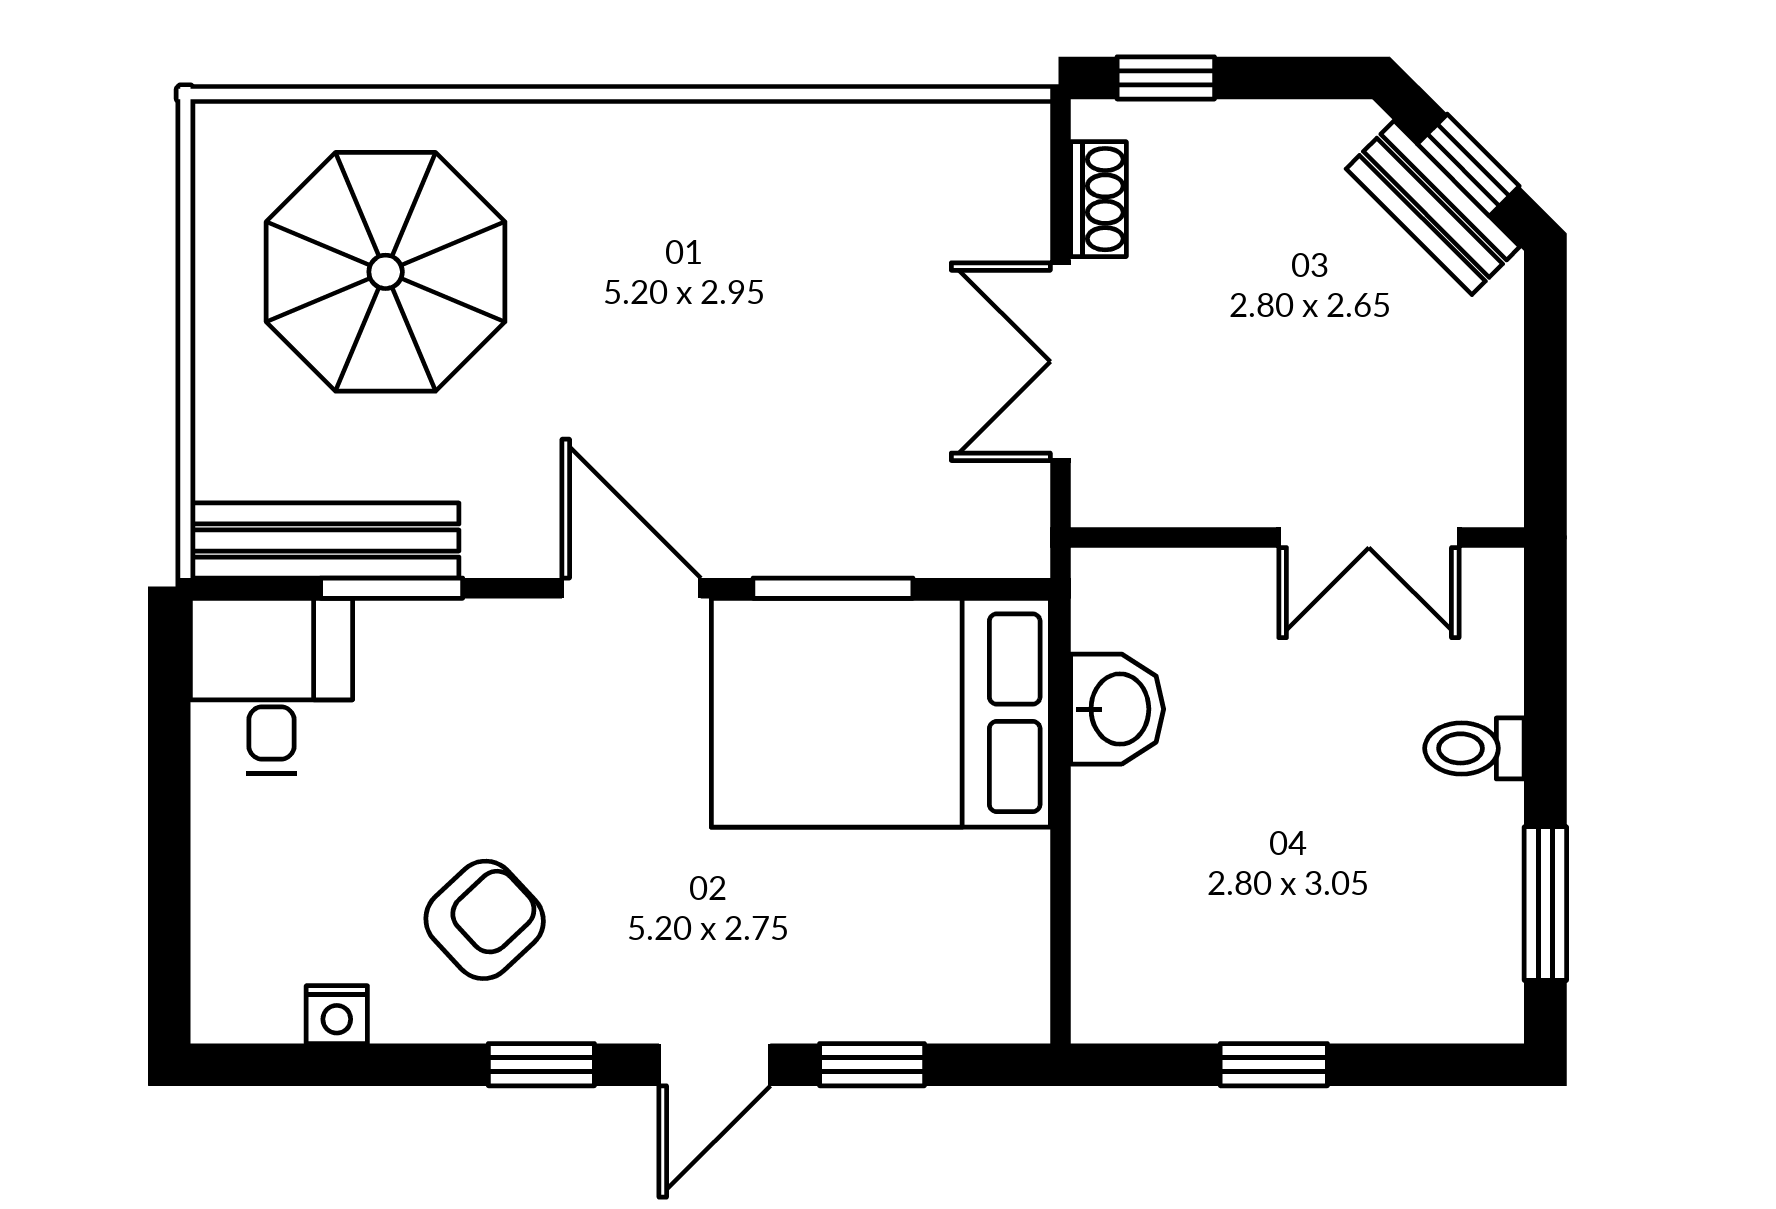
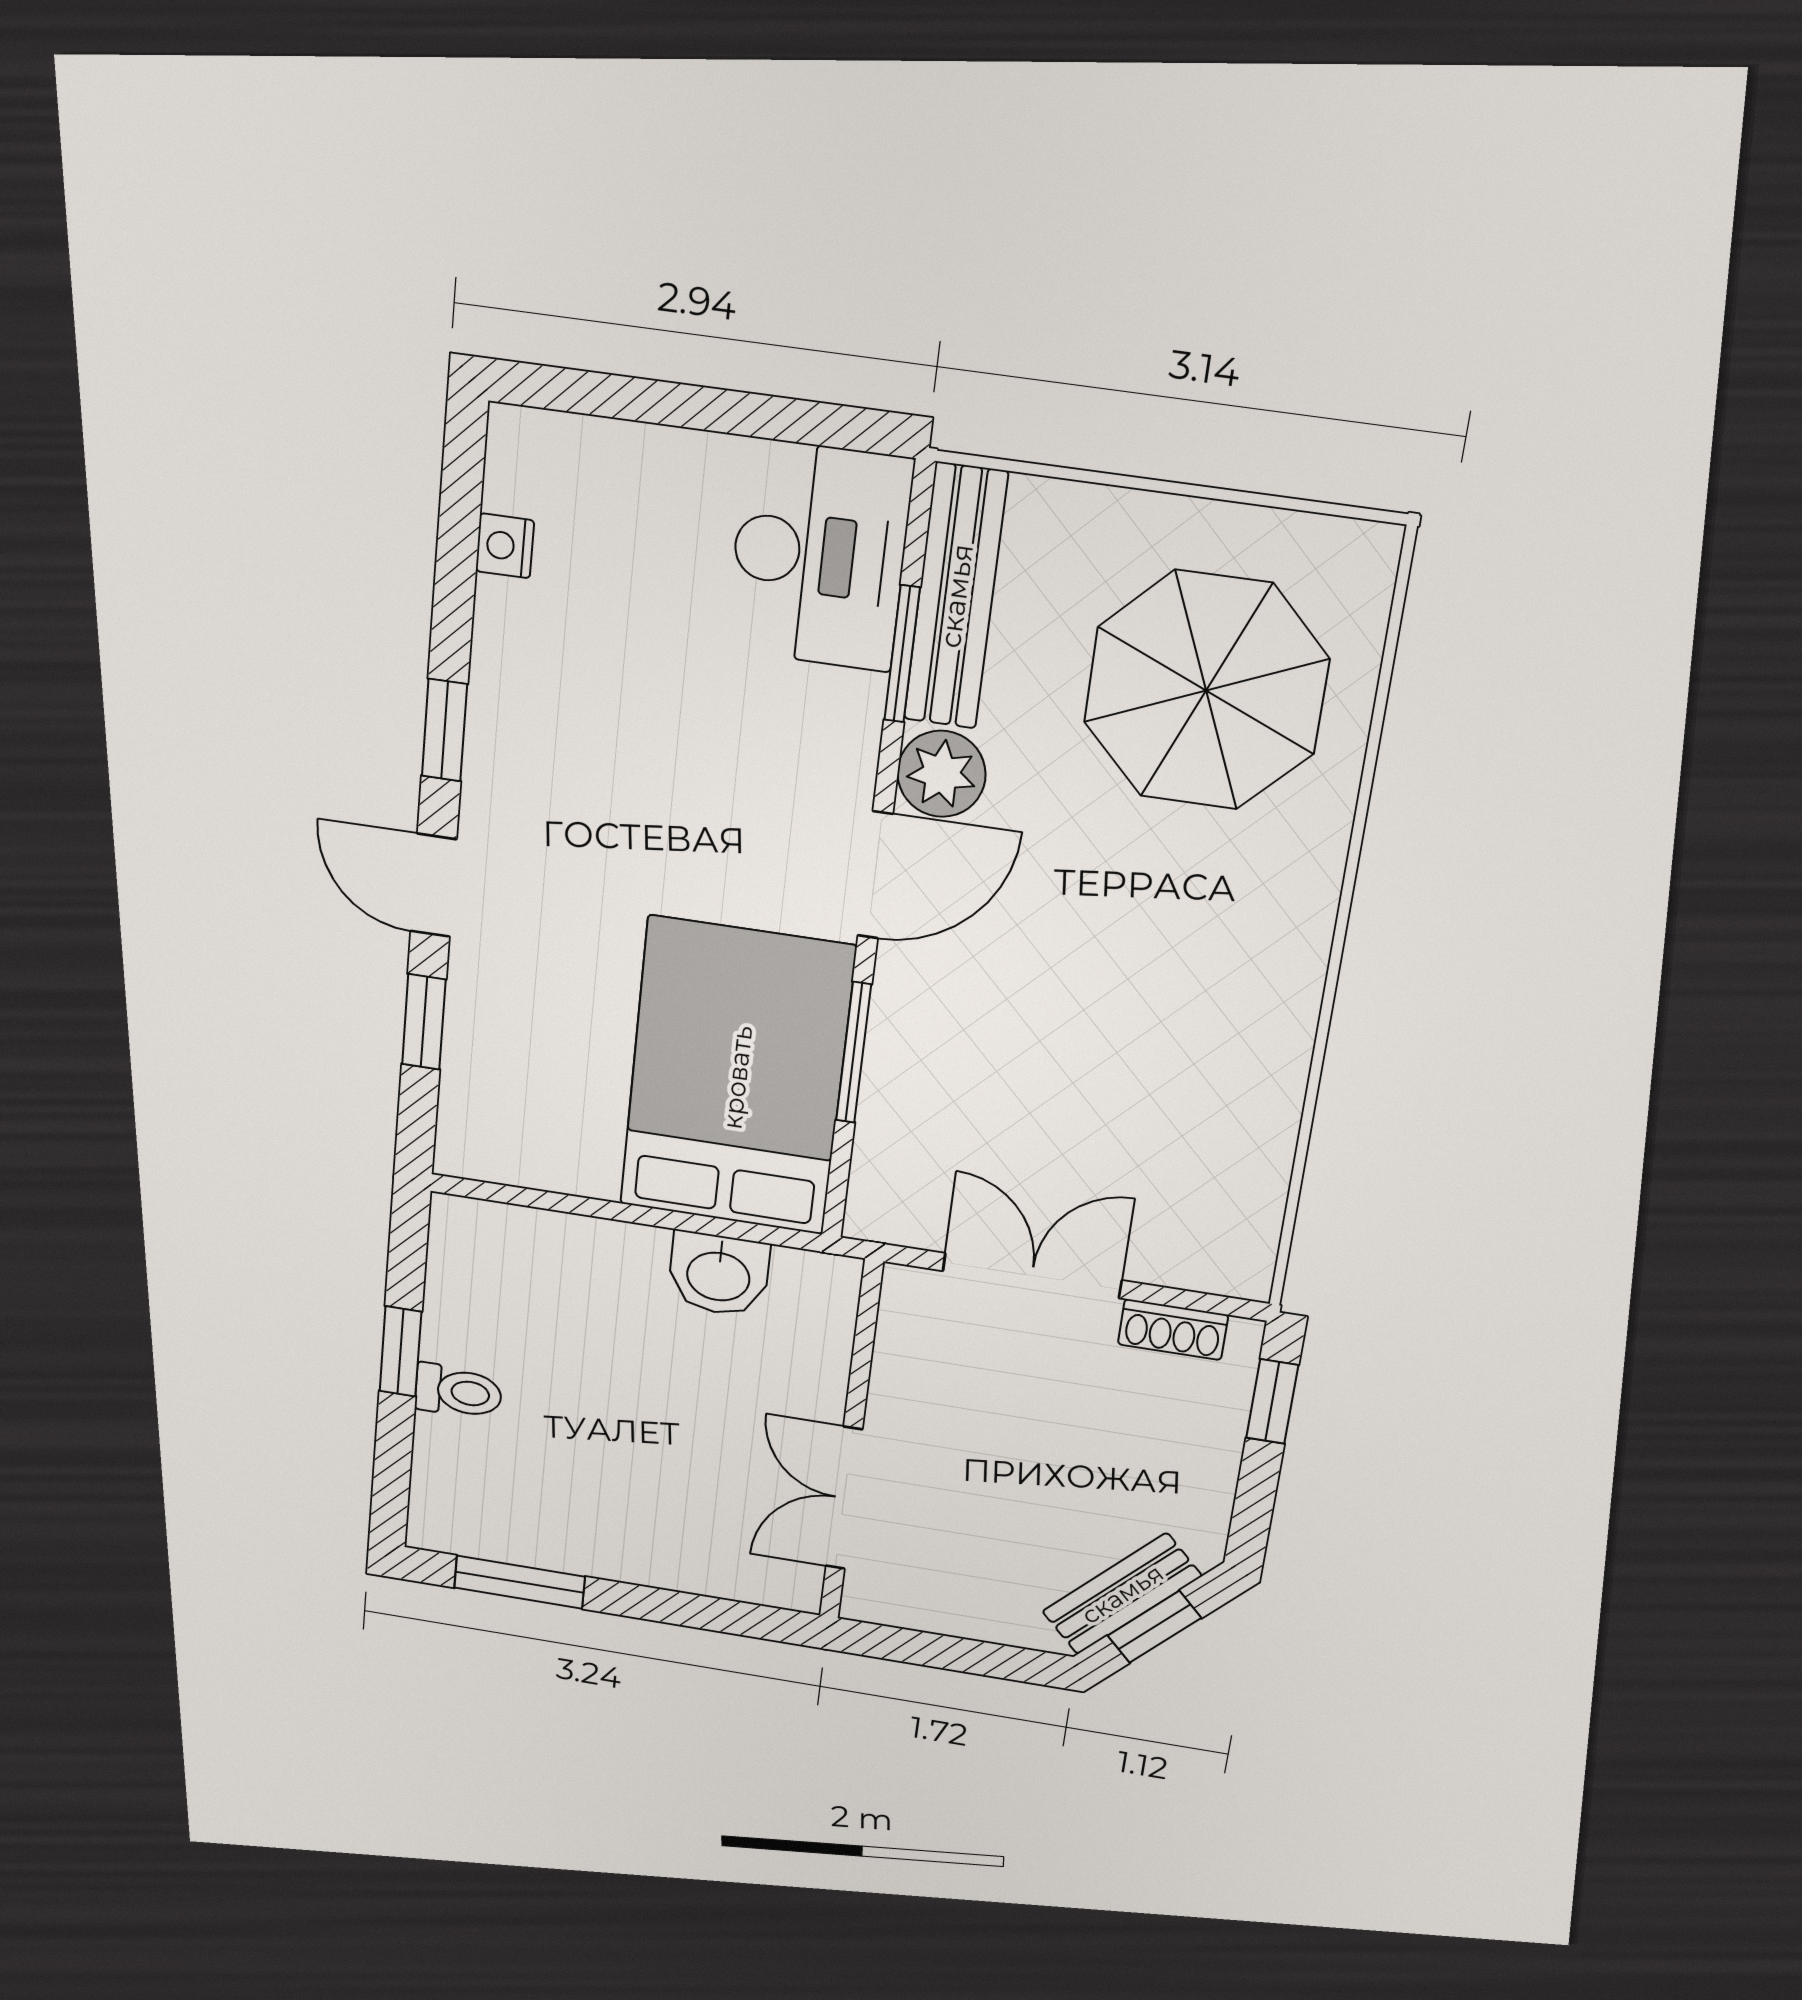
plant: (512, 532) -> (941, 774), added
desk: (272, 686) -> (819, 555), width x1.37
toilet: (1474, 748) -> (458, 1392), moved, turned 90
armchair: (485, 920) -> (582, 697), removed

